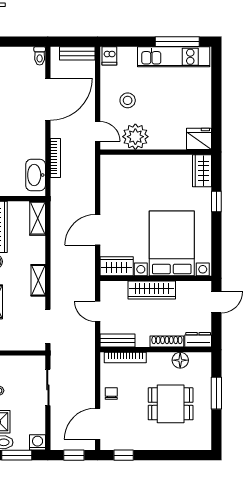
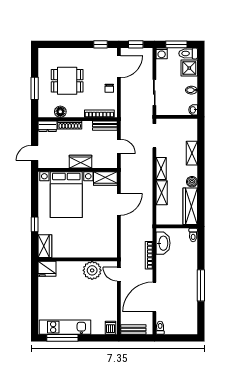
stool: (128, 100) -> (98, 296), removed
shelving: (38, 218) -> (162, 193), moved
wardrobe: (152, 290) -> (81, 162), width x0.67

